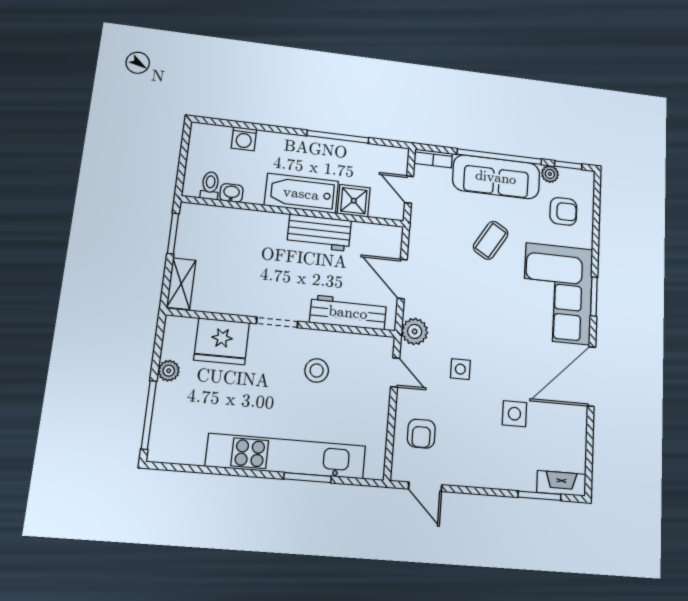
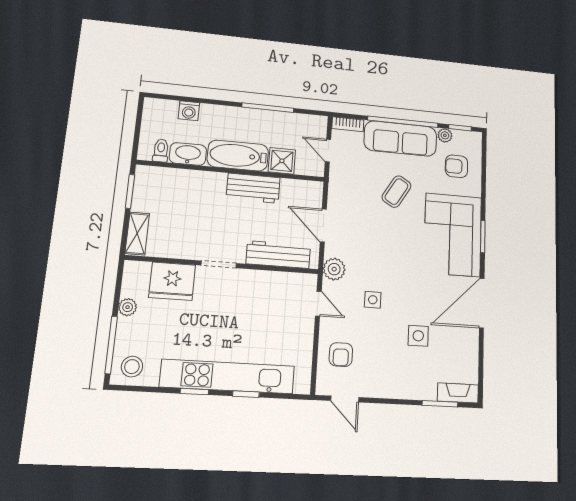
washbasin: (231, 193) -> (188, 154), width x1.91, depth x1.45
armchair: (563, 211) -> (456, 166), turned 180
stool: (317, 370) -> (132, 367), moved
window: (247, 473) -> (194, 392), added
window: (307, 478) -> (246, 394), width x0.67

